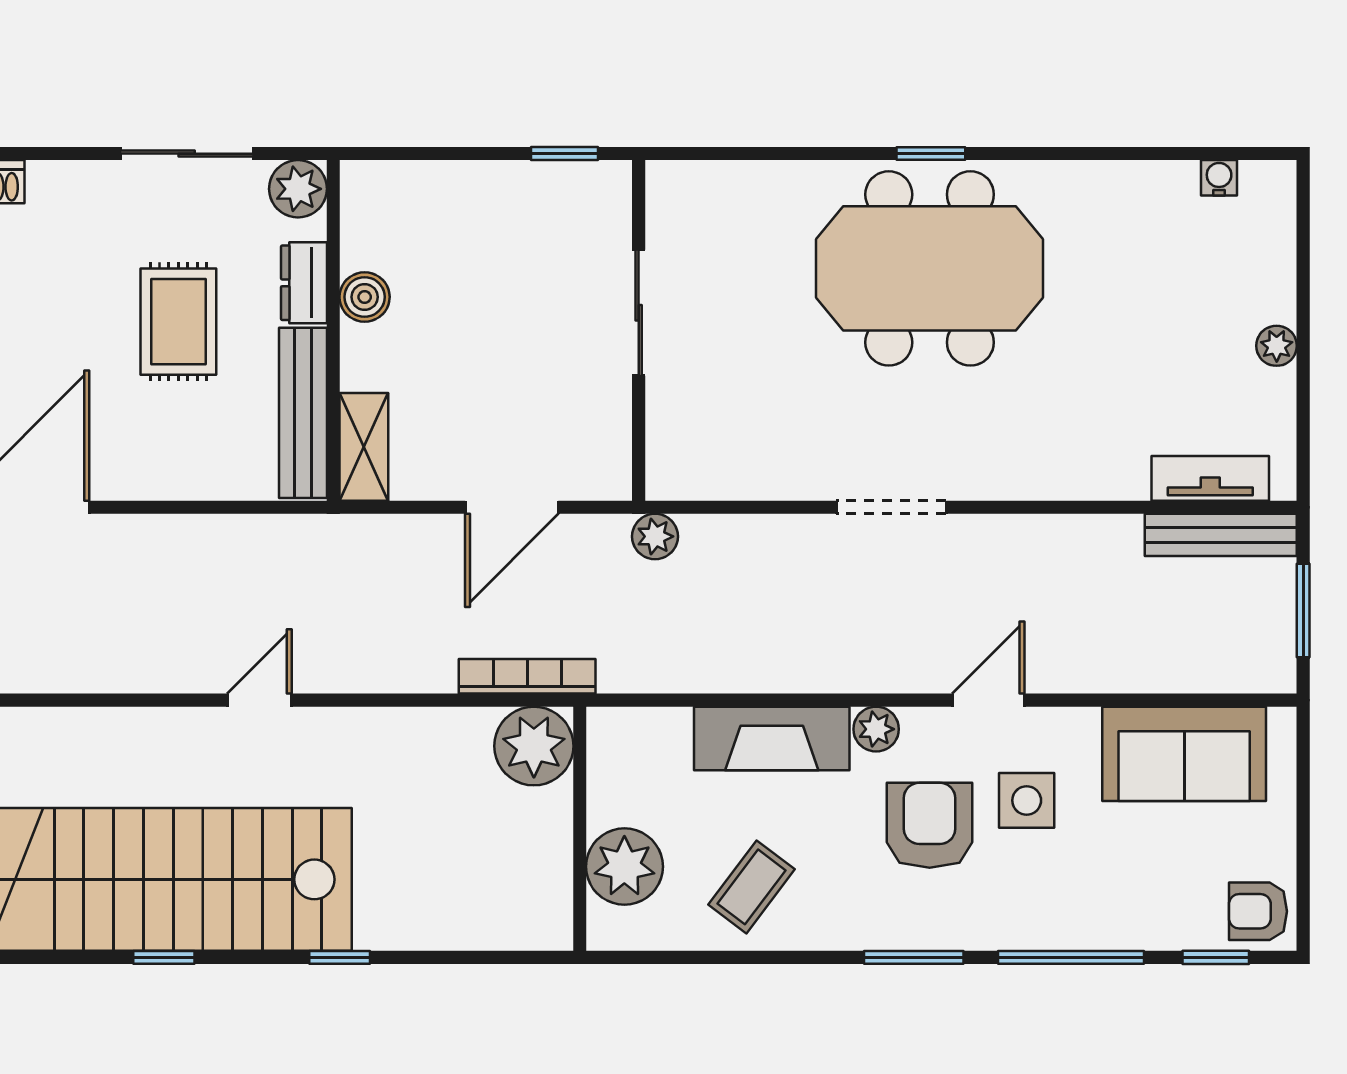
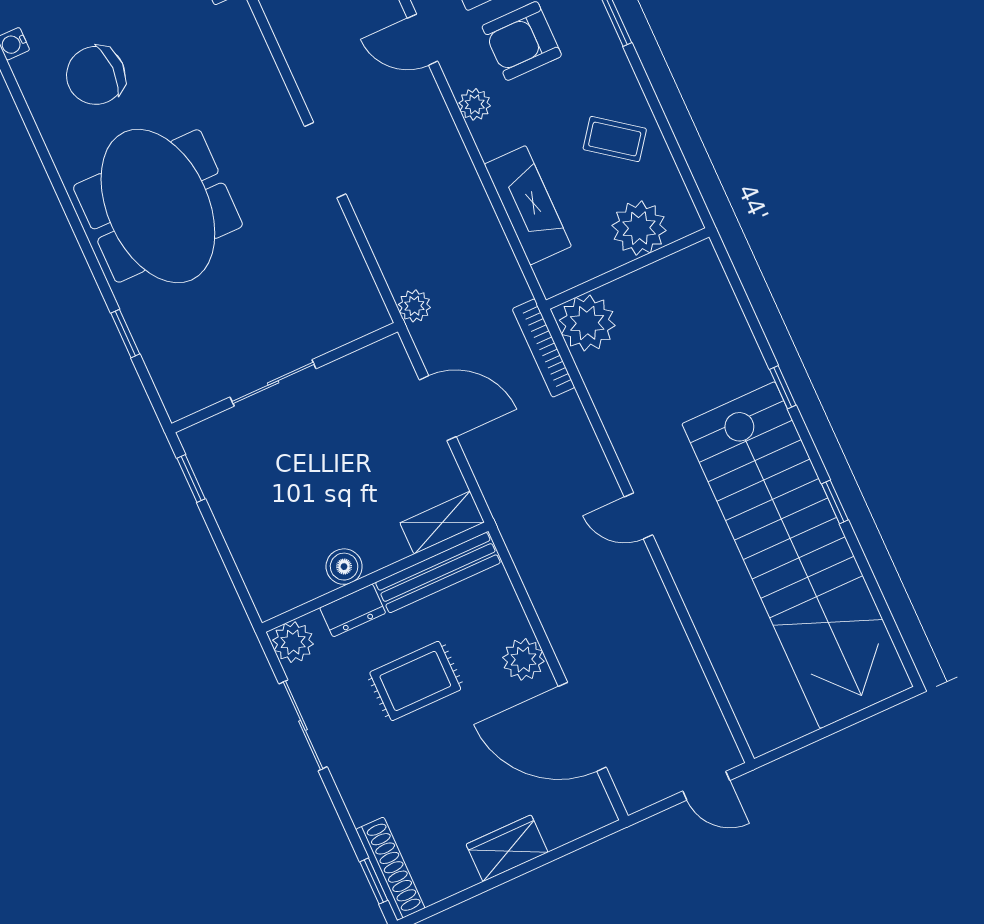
window: (931, 154) -> (125, 334), moved
chair: (1131, 265) -> (96, 75), added
plant: (143, 471) -> (523, 659), added
fireplace: (772, 738) -> (528, 205), moved

